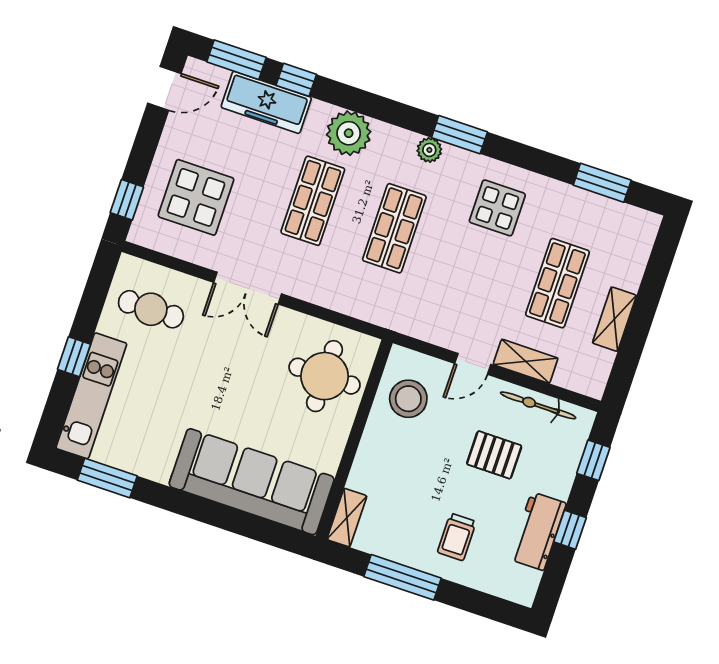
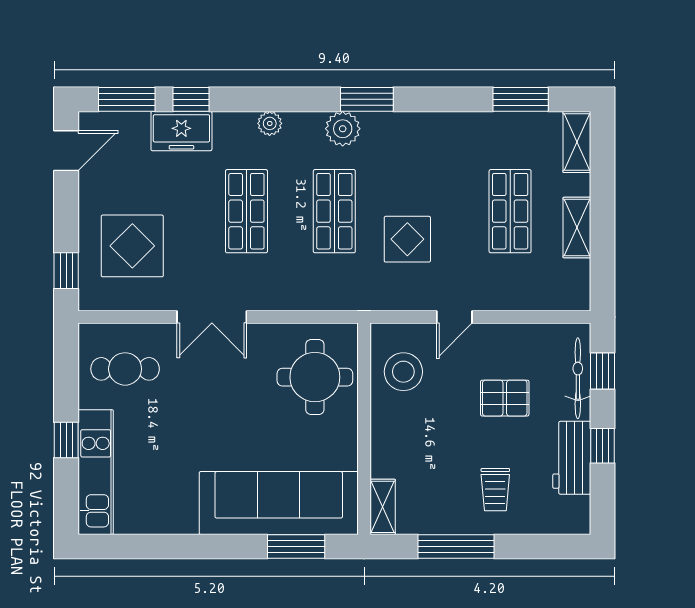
freezer: (266, 102) -> (181, 131), width x0.71
plant: (349, 133) -> (270, 123), width x0.53, depth x0.53
plant: (429, 150) -> (343, 129), width x1.38, depth x1.38
display table: (497, 208) -> (407, 239), moved
shelving: (526, 361) -> (577, 142), moved, turned 90
bicycle: (538, 405) -> (578, 378), moved, turned 90
window: (107, 478) -> (296, 546), moved

